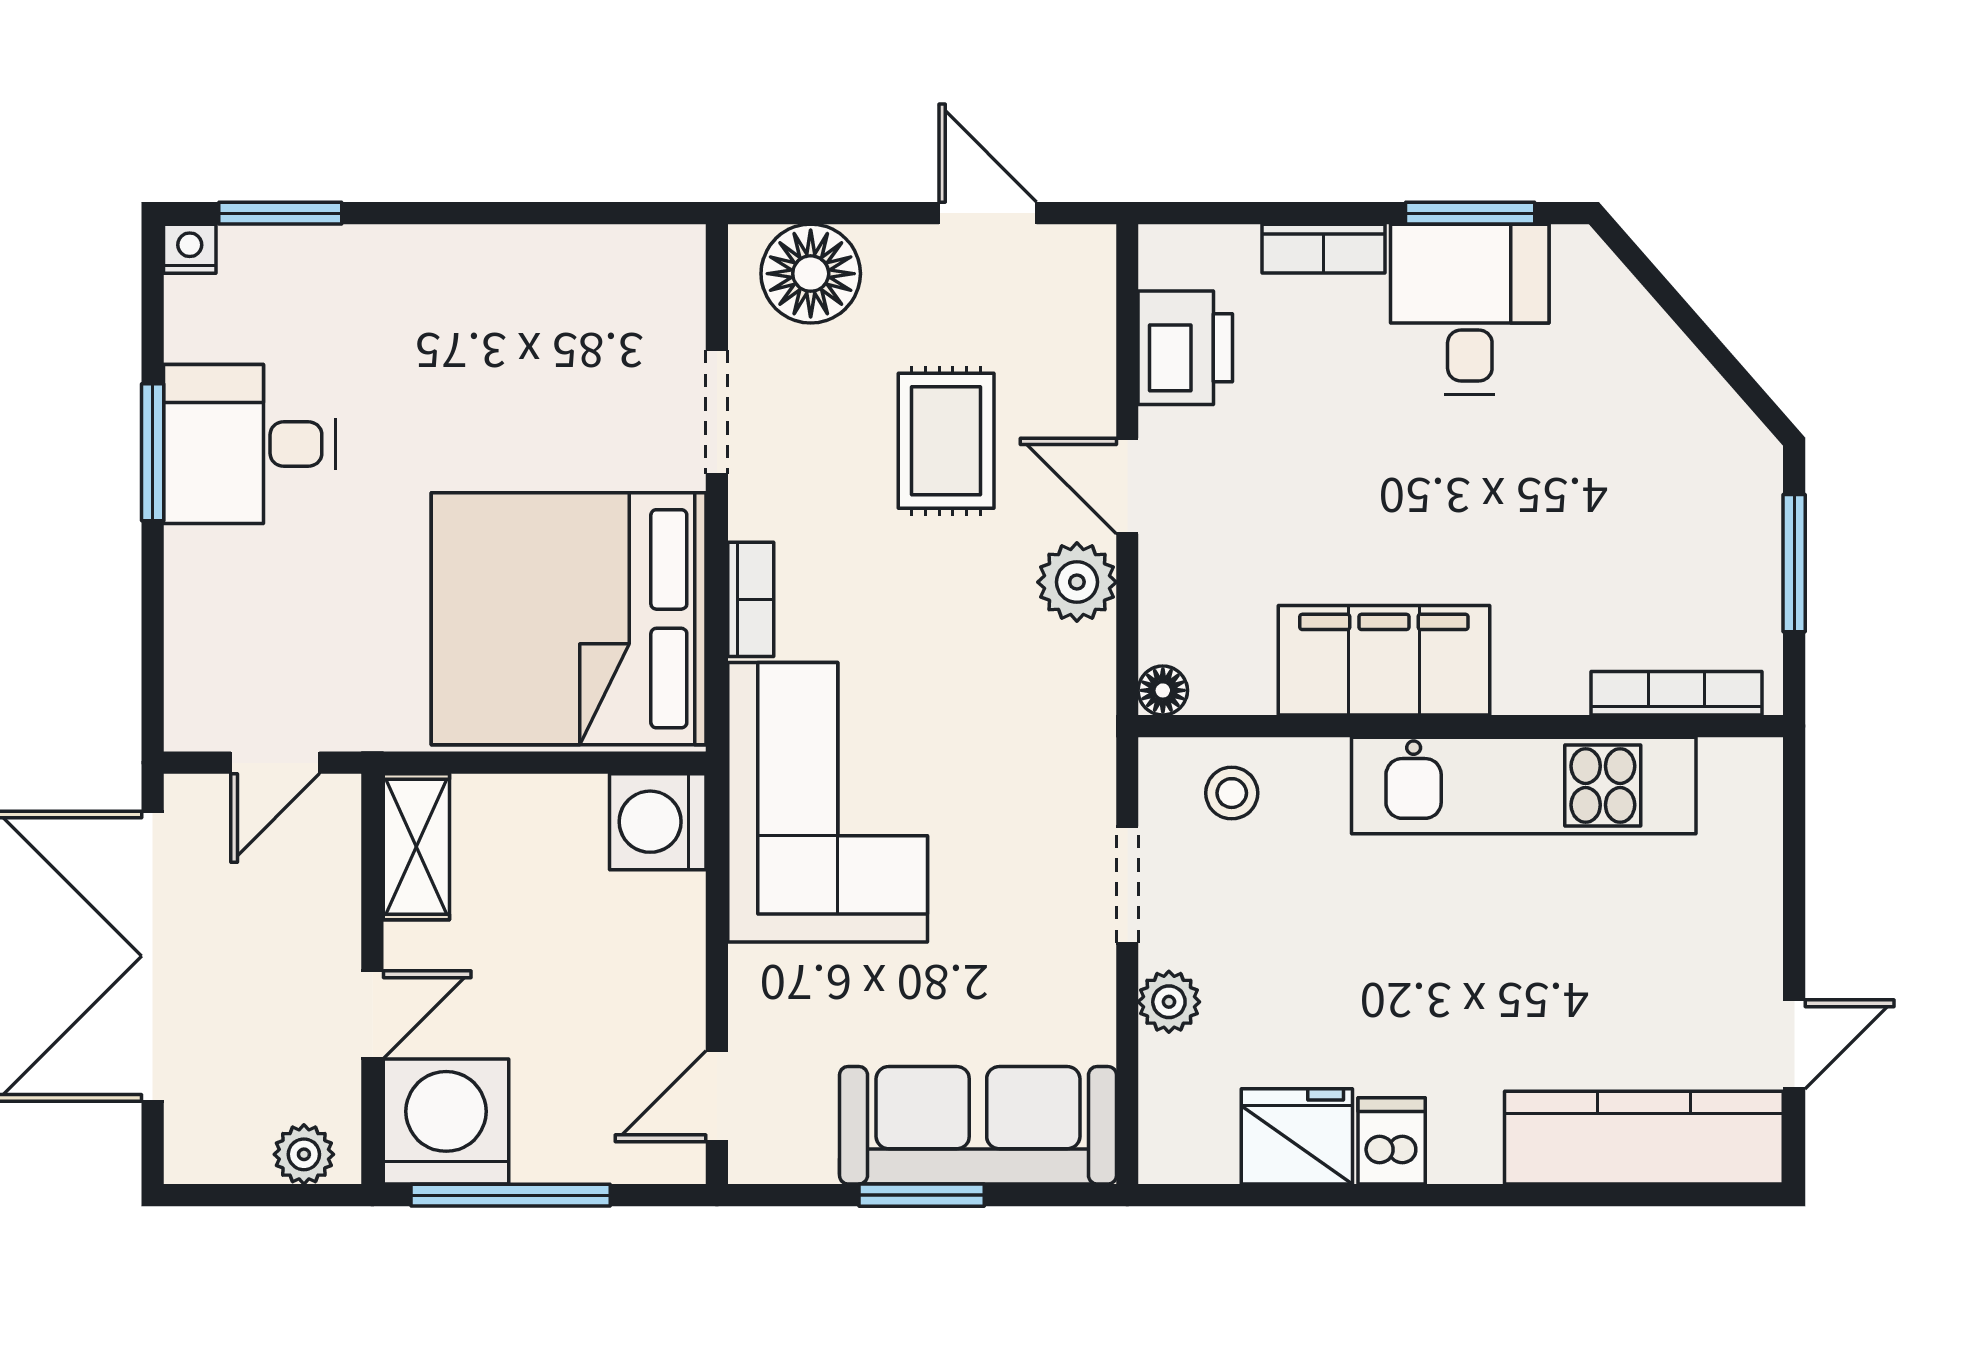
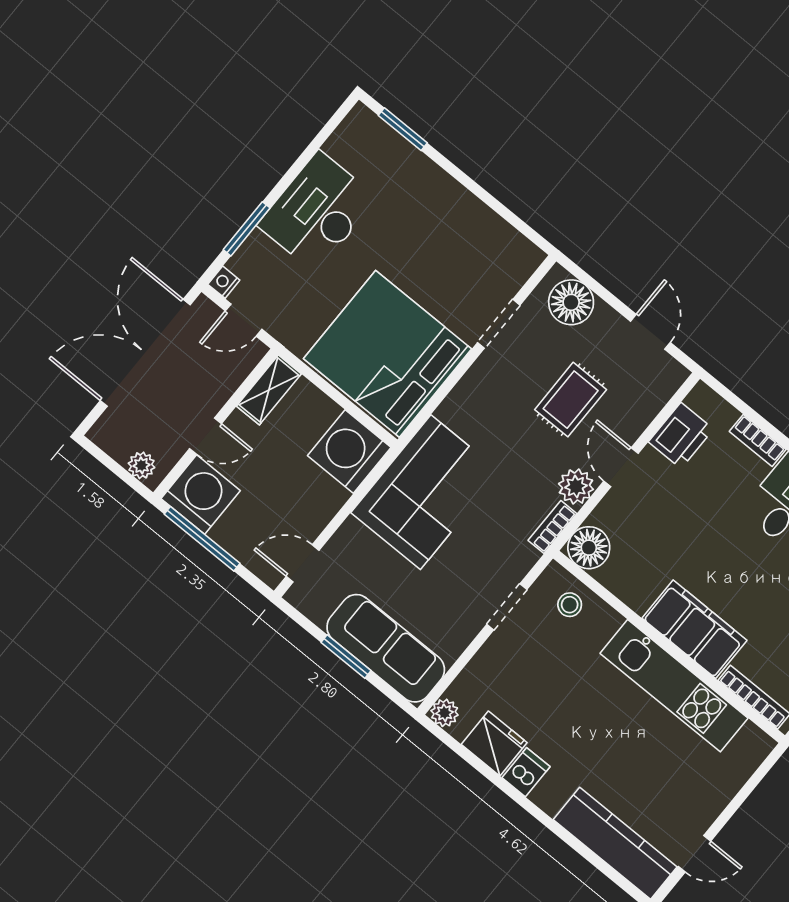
nightstand: (190, 249) -> (224, 282), moved, turned -90
desk: (250, 444) -> (317, 212), width x1.37
window: (153, 452) -> (247, 229), moved
bookcase: (751, 599) -> (552, 527), moved, turned 180
filing cabinet: (1384, 660) -> (694, 629), moved
floor lamp: (1163, 690) -> (589, 548), width x1.89, depth x1.89
washing machine: (658, 822) -> (349, 451), width x1.37, depth x1.37
plant: (1169, 1002) -> (445, 713), moved

